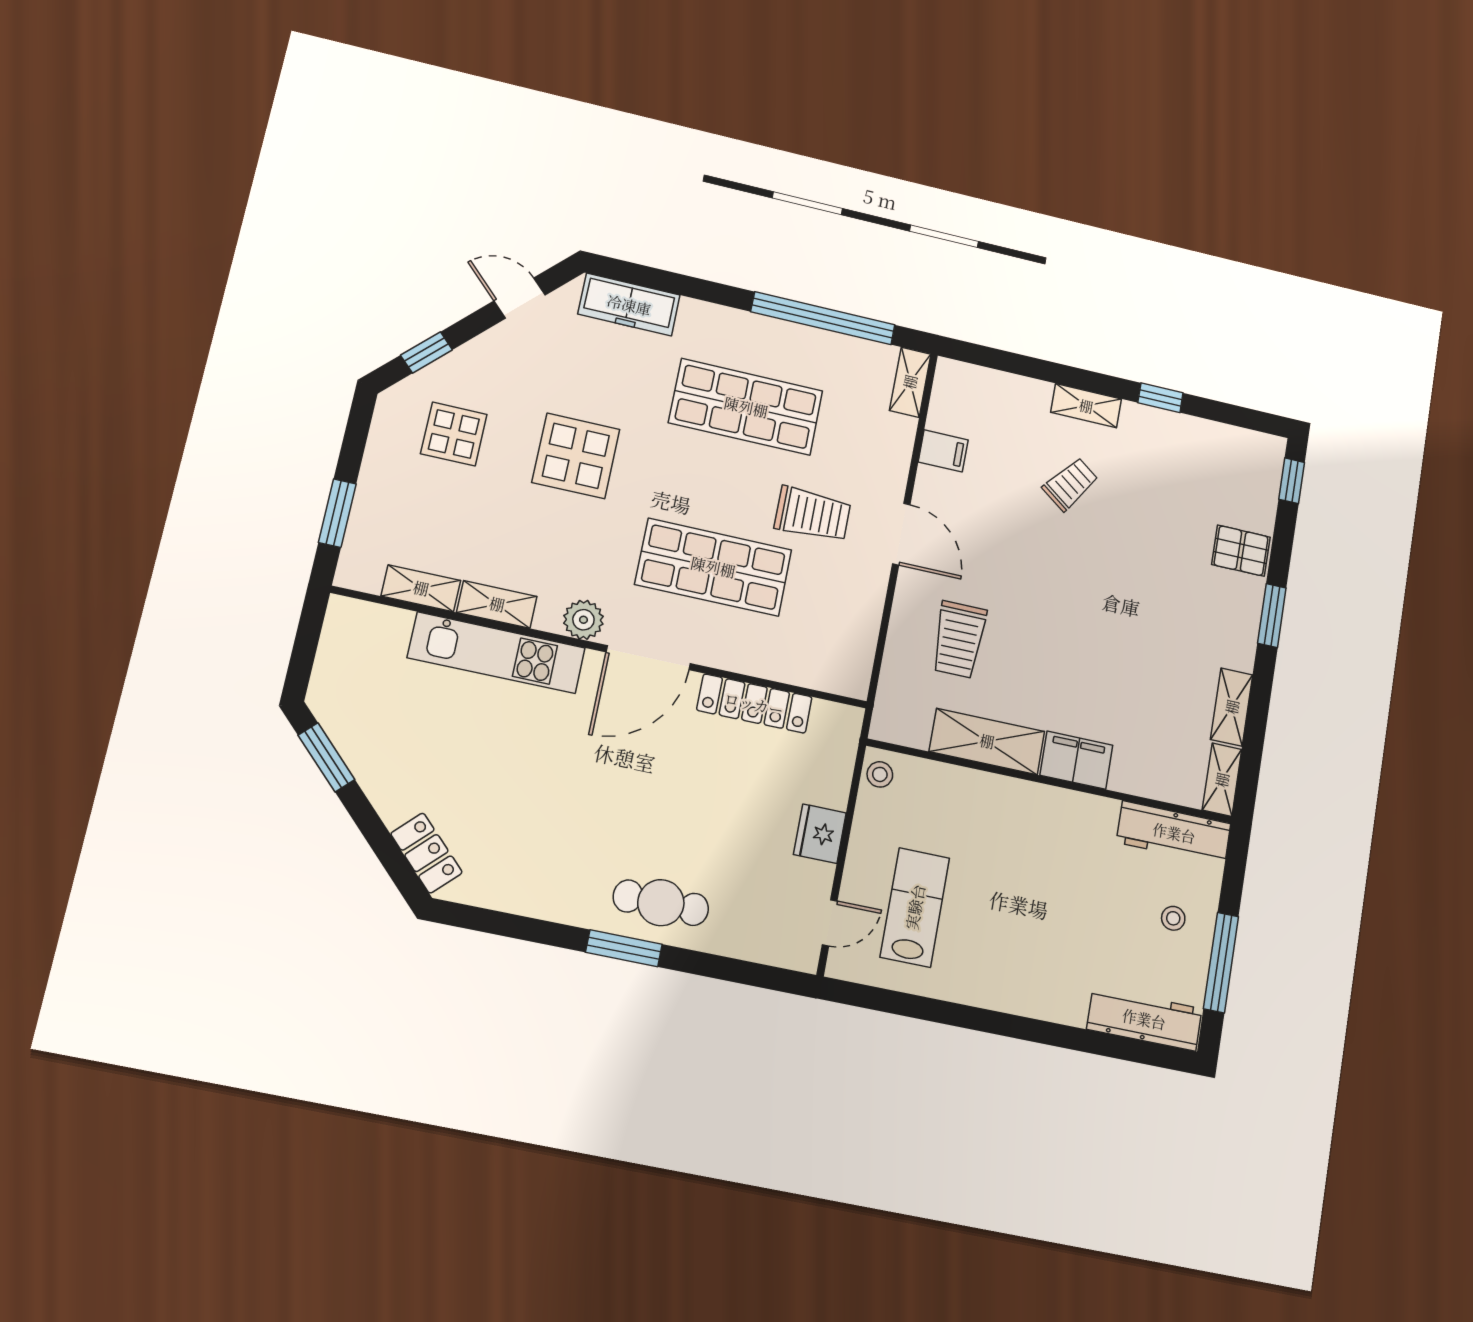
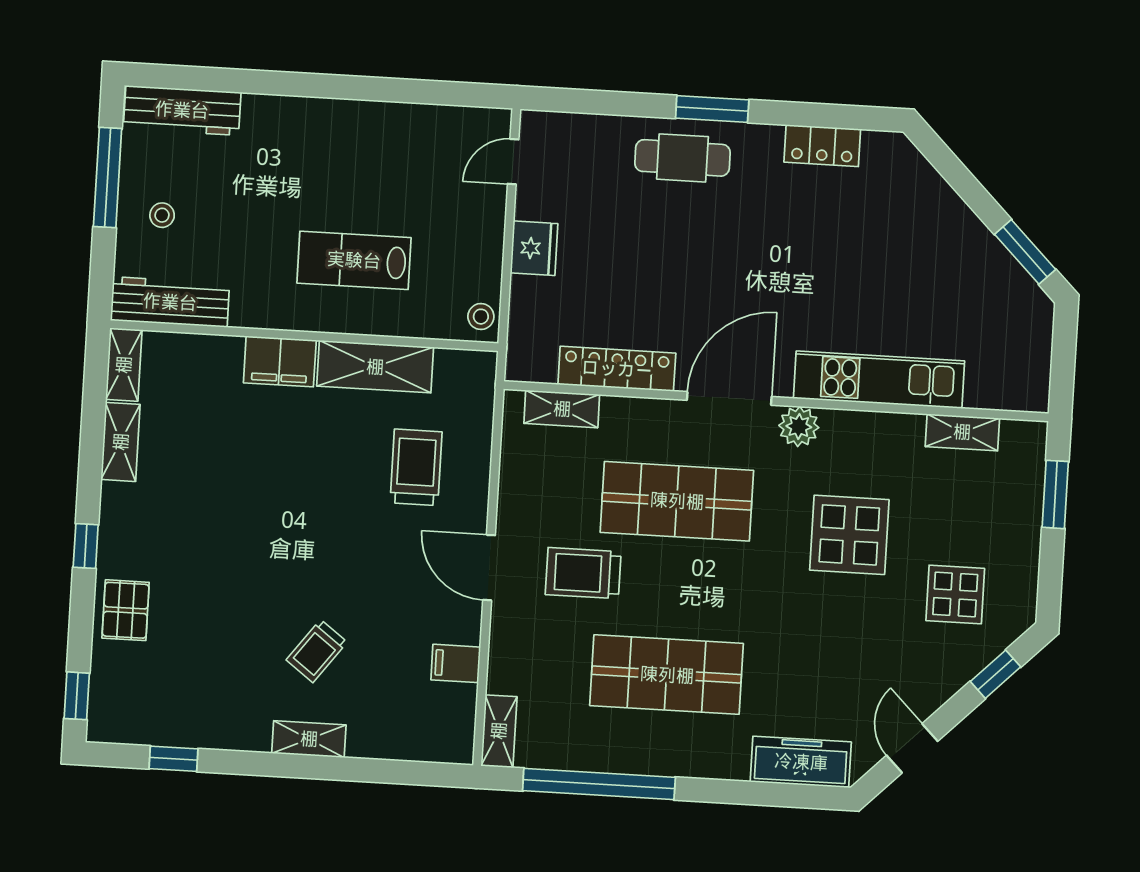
door: (520, 298) -> (912, 748), swing flipped
window: (1160, 398) -> (174, 759), moved
display table: (576, 456) -> (849, 535), moved
pallet: (1241, 551) -> (126, 610), turned 90
shelving: (497, 604) -> (562, 409), moved
window: (1272, 616) -> (86, 546), width x0.67
locker: (426, 853) -> (822, 146), moved, turned -45
lab bench: (915, 907) -> (354, 260), moved, turned 90

